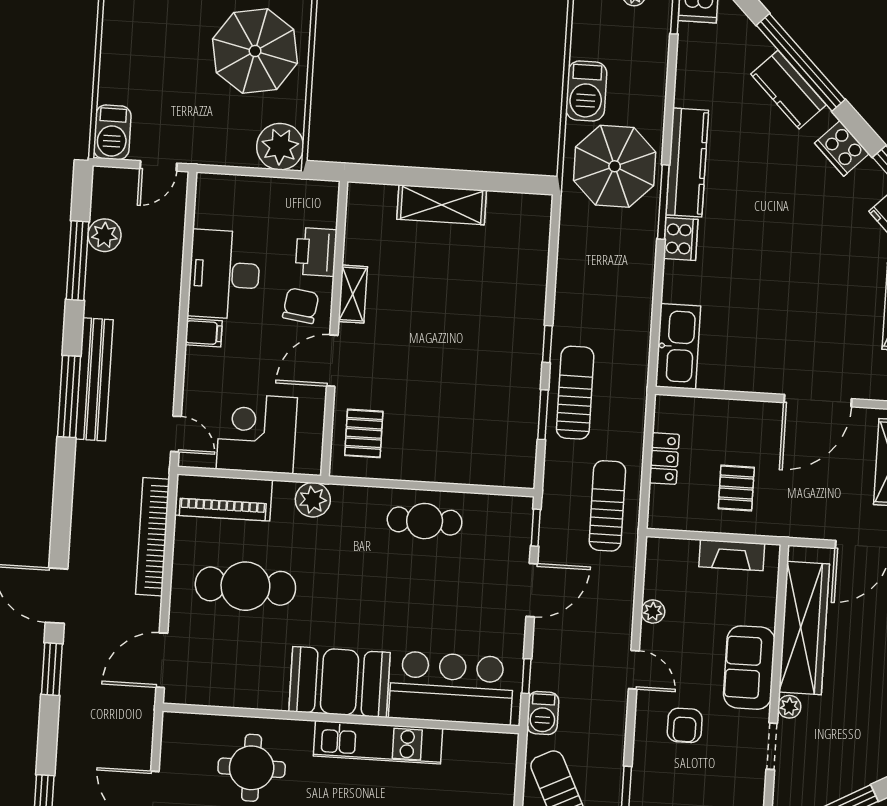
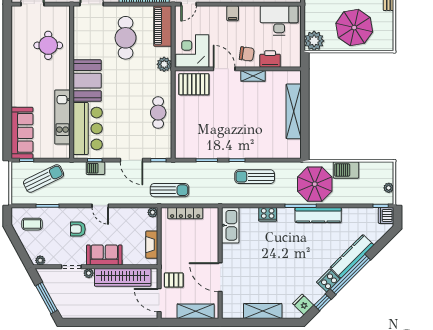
window: (801, 62) -> (350, 274), moved
kitchen counter: (789, 90) -> (352, 256), width x1.50
shelving: (442, 205) -> (294, 111), width x1.47
cooker: (681, 239) -> (268, 214), moved
desk: (224, 274) -> (279, 20), moved
kitchen sink: (678, 346) -> (230, 225), moved, turned -90
sun lounger: (575, 393) -> (255, 177), moved, turned 180
corner desk: (257, 433) -> (192, 51), moved, turned -90
pallet: (364, 433) -> (194, 84), width x1.50, depth x1.42
locker: (664, 459) -> (185, 213), width x1.53
pallet: (736, 488) -> (174, 280), moved
plant: (653, 612) -> (153, 212), moved
door: (634, 670) -> (100, 206), hinge flipped
barbecue: (543, 713) -> (95, 168), moved
kitchen unit: (378, 742) -> (62, 117), moved

